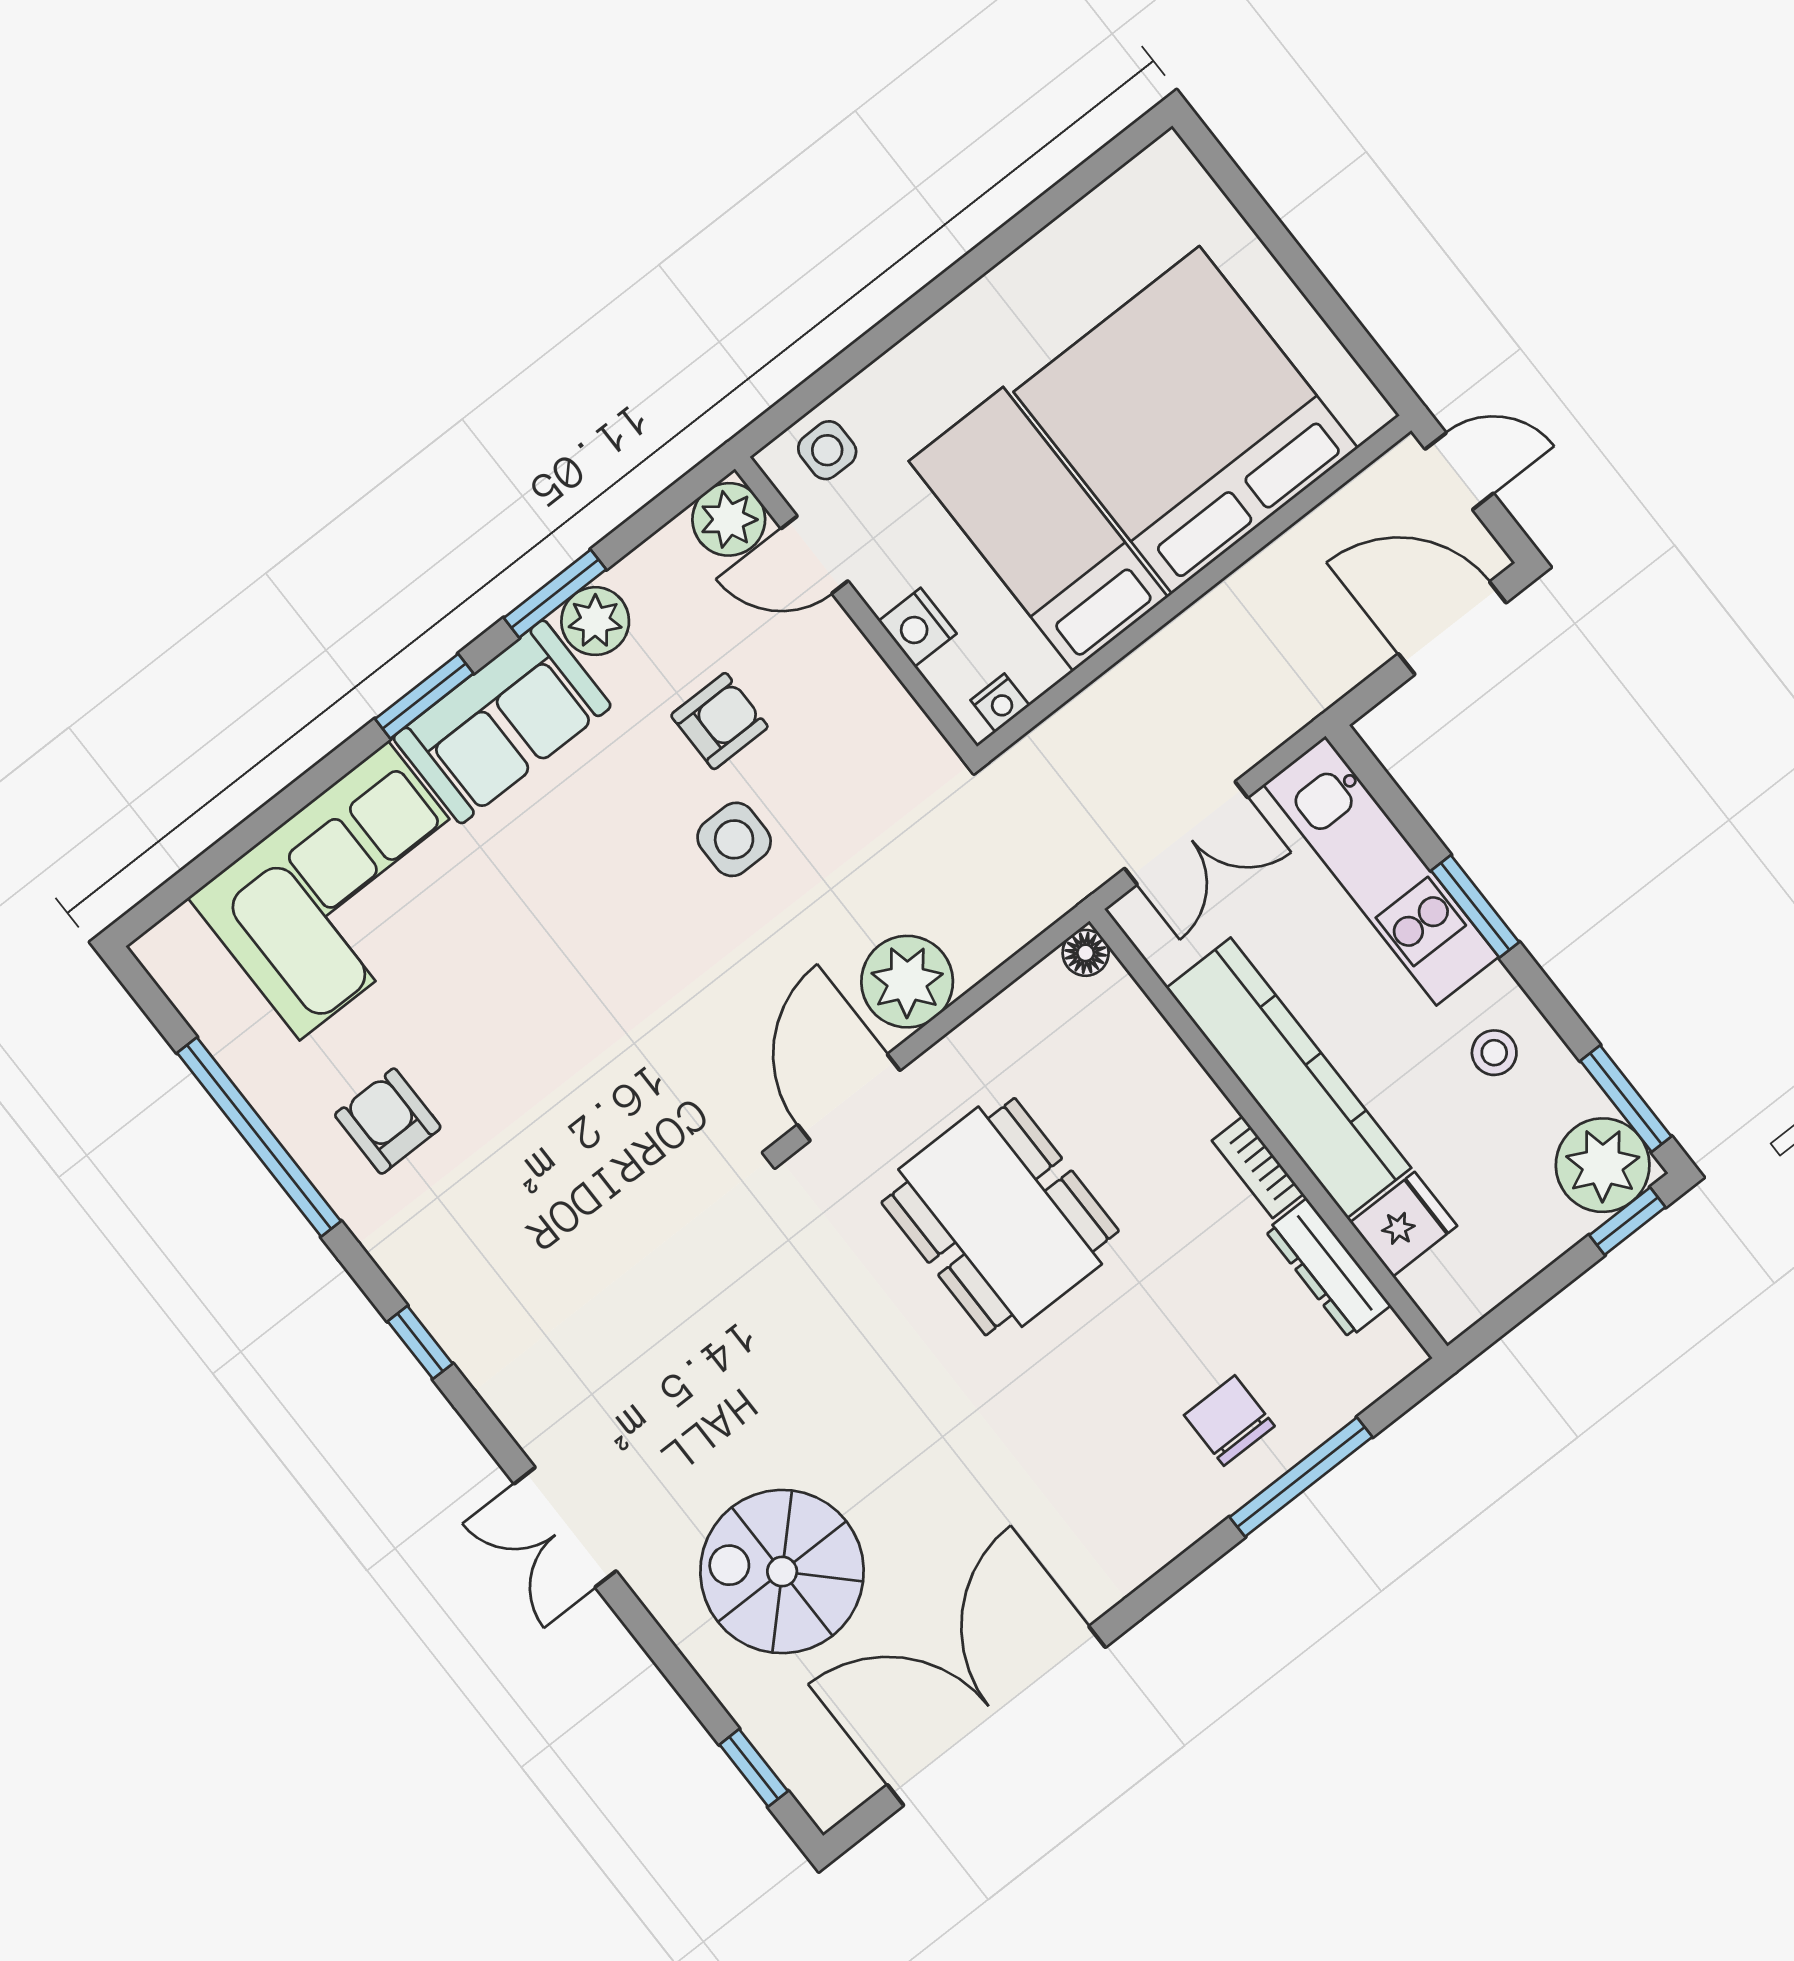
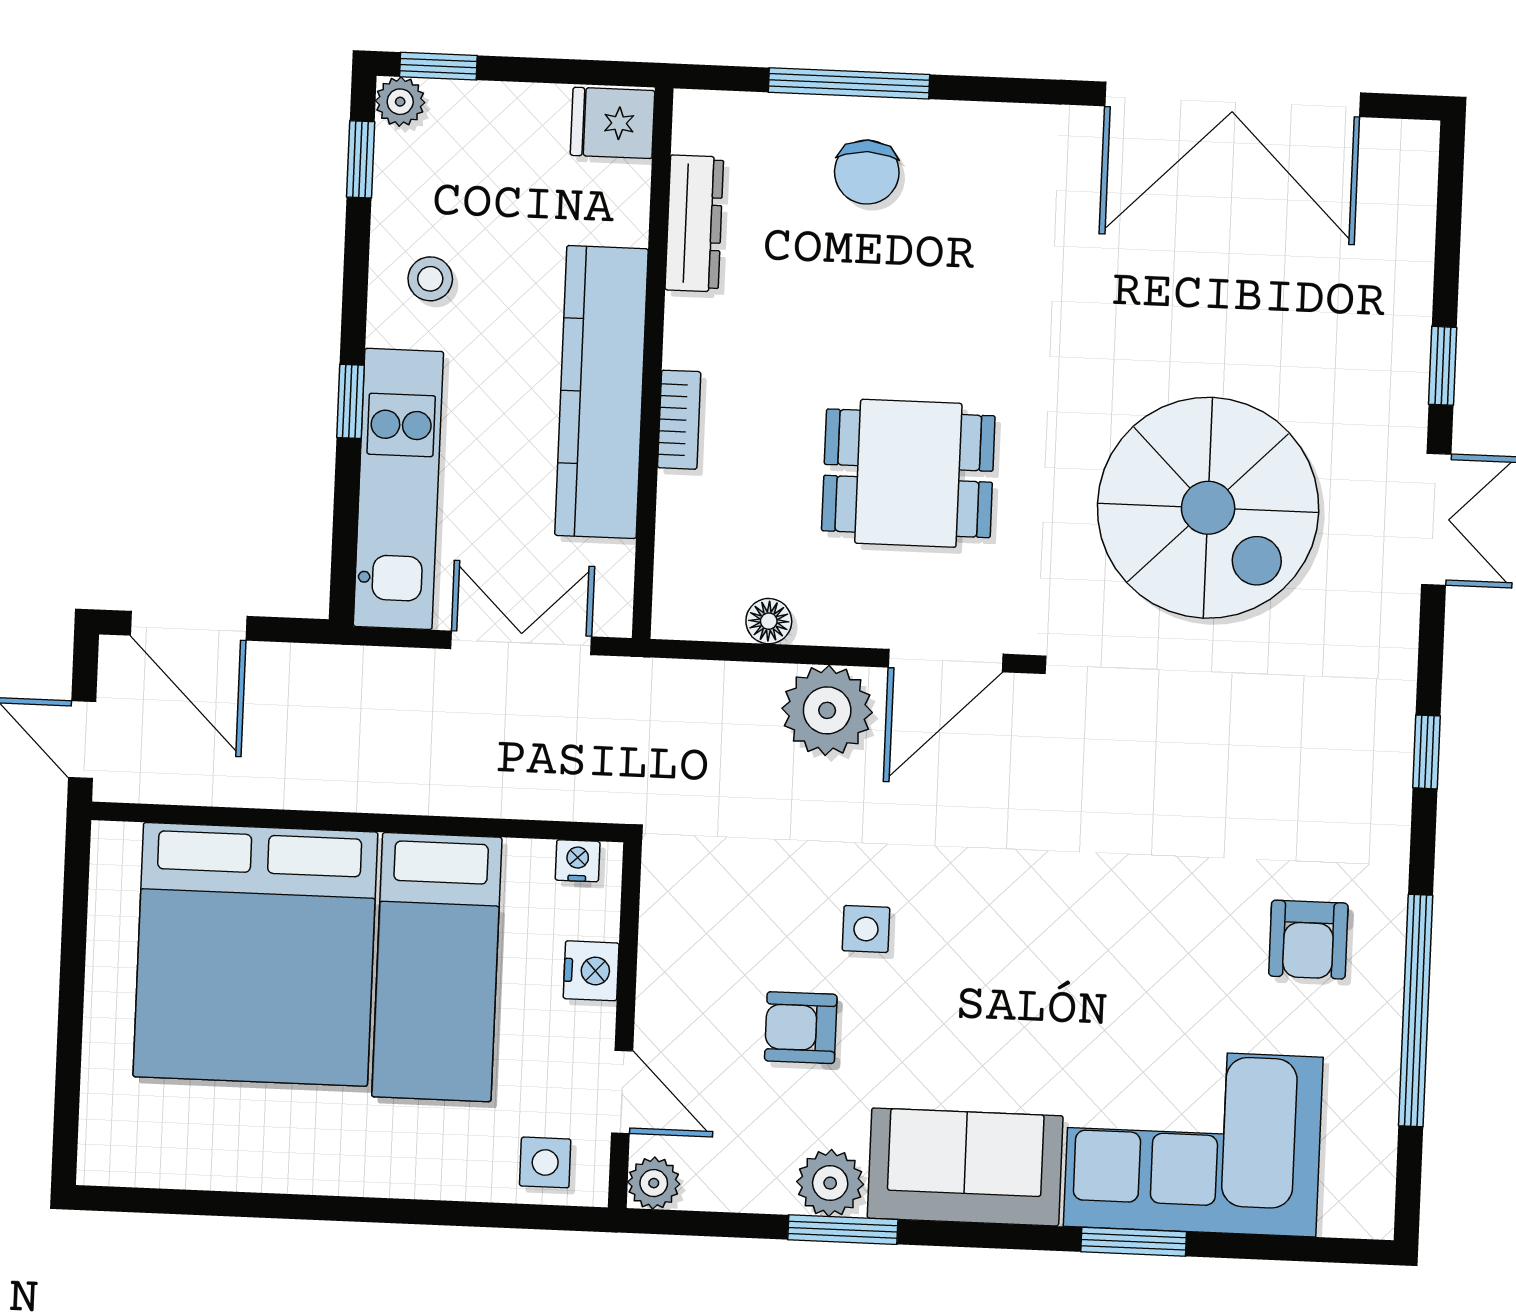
plant: (729, 519) -> (654, 1183), width x0.73, depth x0.73
window: (424, 696) -> (1134, 1242), moved
side table: (734, 839) -> (866, 929), width x0.73, depth x0.73
window: (1475, 906) -> (350, 401), width x0.67
floor lamp: (1086, 953) -> (769, 621), moved
window: (1626, 1099) -> (361, 159), width x0.67
plant: (1603, 1165) -> (400, 102), width x0.53, depth x0.53
bookcase: (1258, 1167) -> (679, 420), moved
dining table: (1000, 1217) -> (908, 473), width x0.73
fridge: (1404, 1224) -> (613, 123), moved
spiral stairs: (782, 1572) -> (1208, 508), moved, width x1.37, depth x1.37
window: (754, 1768) -> (1443, 366), moved

